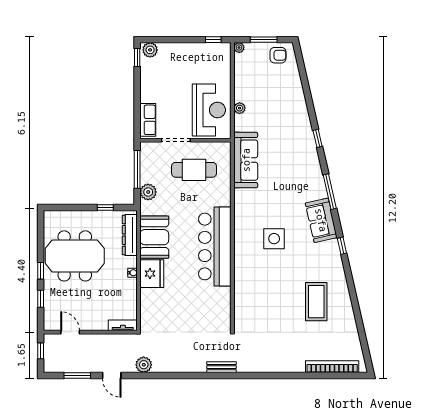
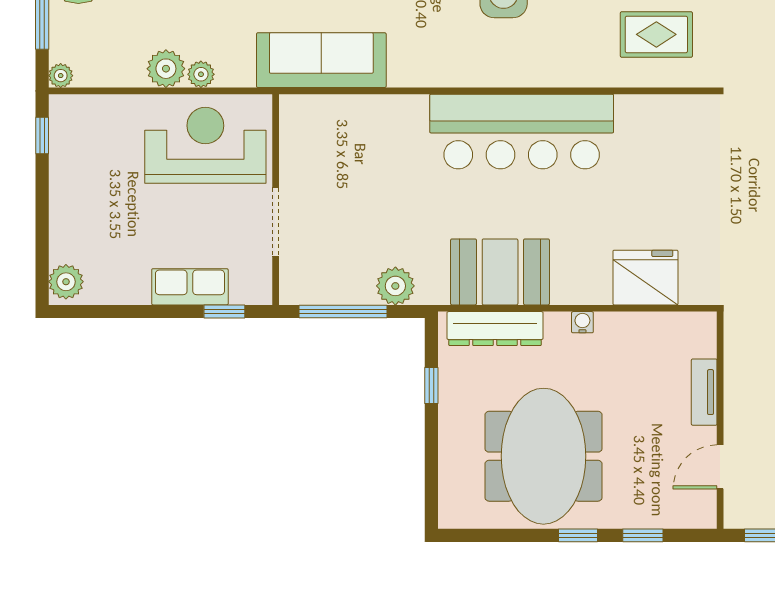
window: (137, 57) -> (224, 311), moved
plant: (242, 93) -> (166, 69), added
row of seats: (148, 120) -> (190, 287), moved
cafe table: (194, 170) -> (344, 180), removed
fridge: (152, 274) -> (645, 278), moved
rug: (257, 305) -> (656, 34), added
tv unit: (123, 325) -> (704, 392), moved

